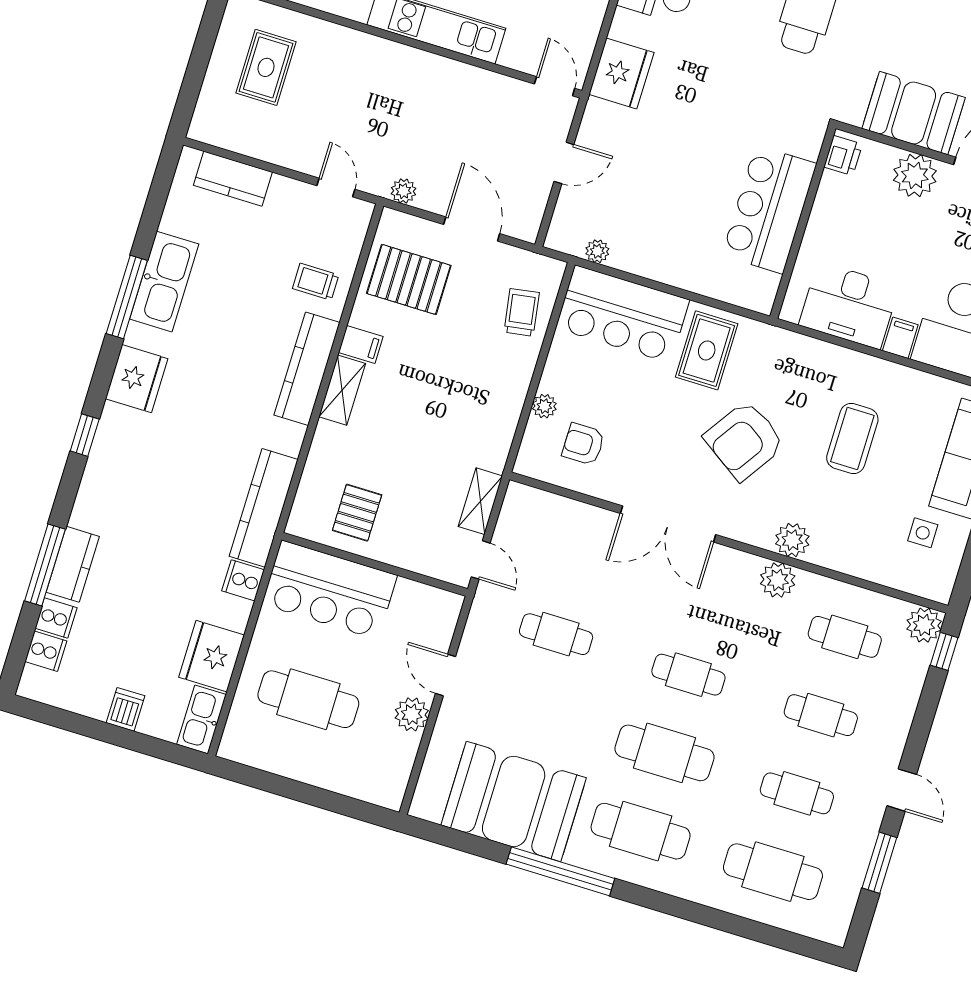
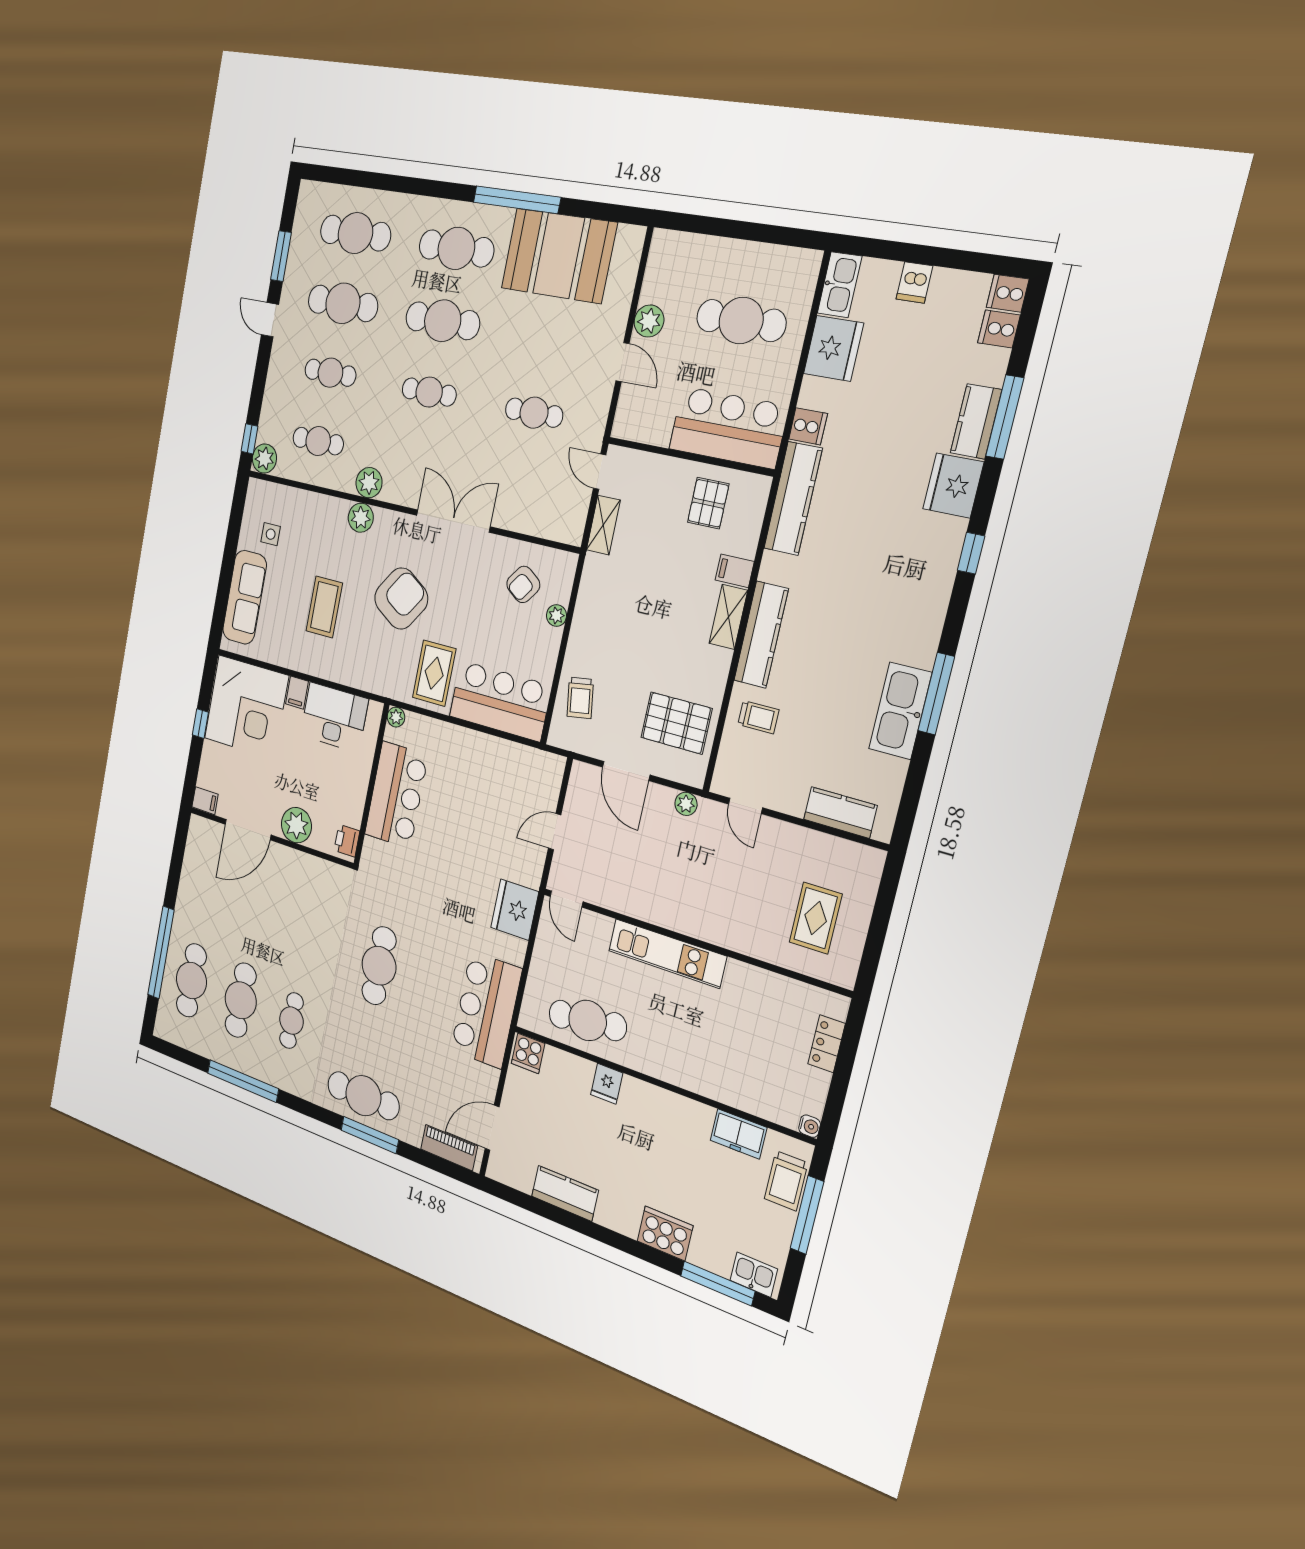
booth: (914, 113) -> (301, 876), removed
plant: (597, 251) -> (396, 717), moved
filing cabinet: (361, 344) -> (735, 571), moved
fridge: (137, 379) -> (953, 486), moved
armchair: (583, 444) -> (523, 584), turned 126
cooker: (56, 618) -> (1008, 293), moved
cafe table: (797, 793) -> (343, 303), width x1.37, depth x1.35

